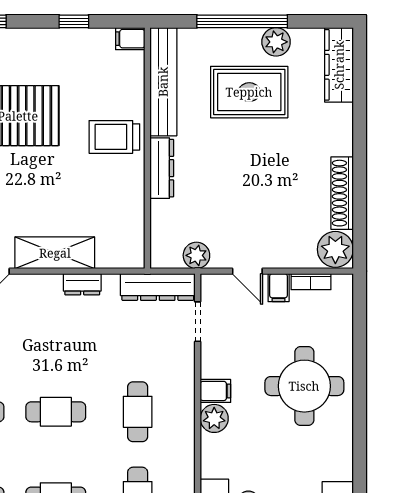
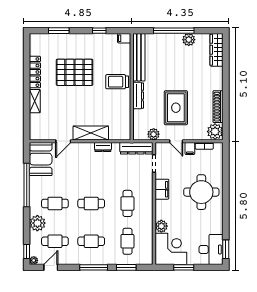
rug: (249, 92) -> (176, 108), moved, turned 90
filing cabinet: (215, 391) -> (162, 189), width x2.00
plant: (214, 418) -> (161, 226), moved

